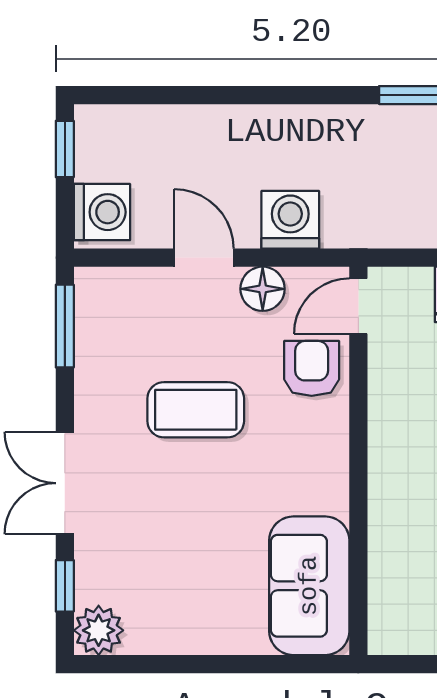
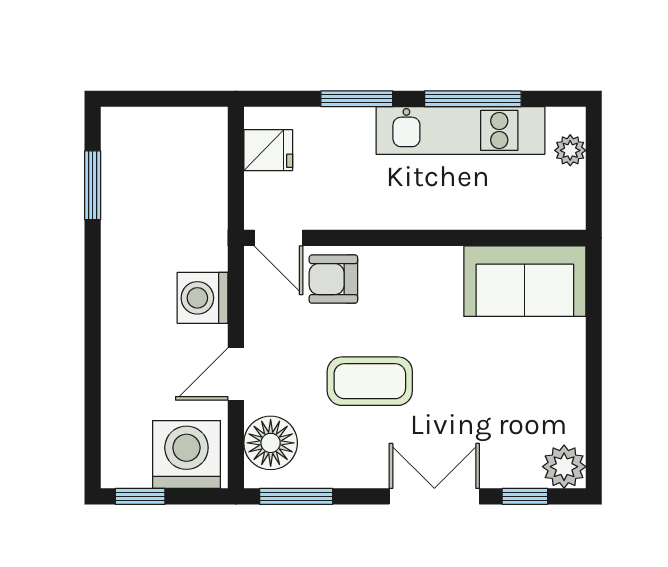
washing machine: (102, 212) -> (186, 455), width x1.37, depth x1.37
floor lamp: (263, 289) -> (271, 443), moved, width x1.38, depth x1.38
coffee table: (196, 410) -> (370, 381), turned 90
double door: (65, 483) -> (434, 496), swing flipped

